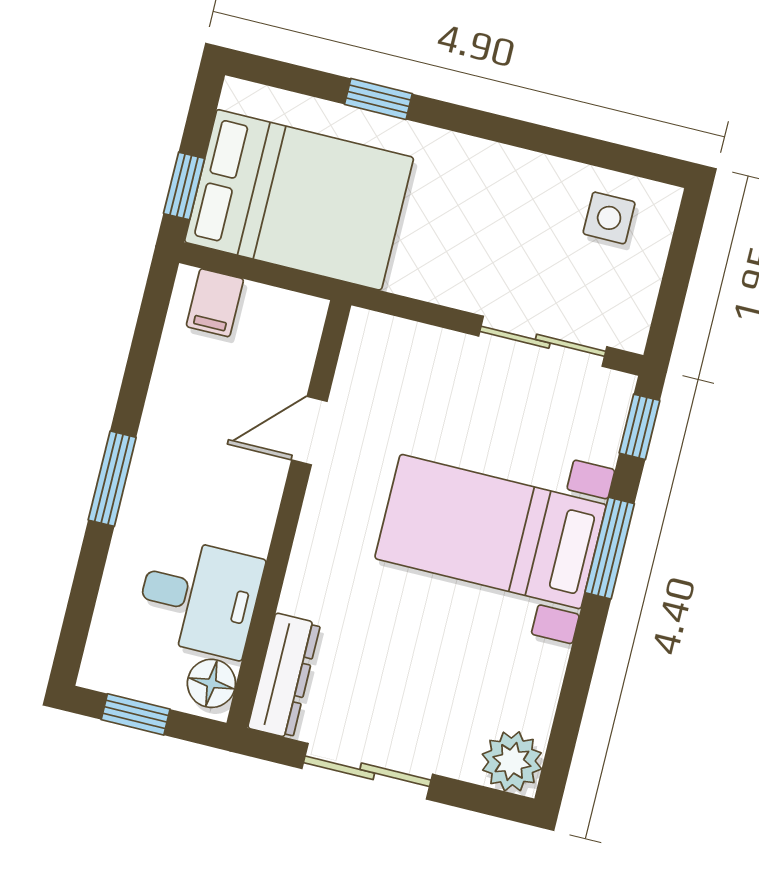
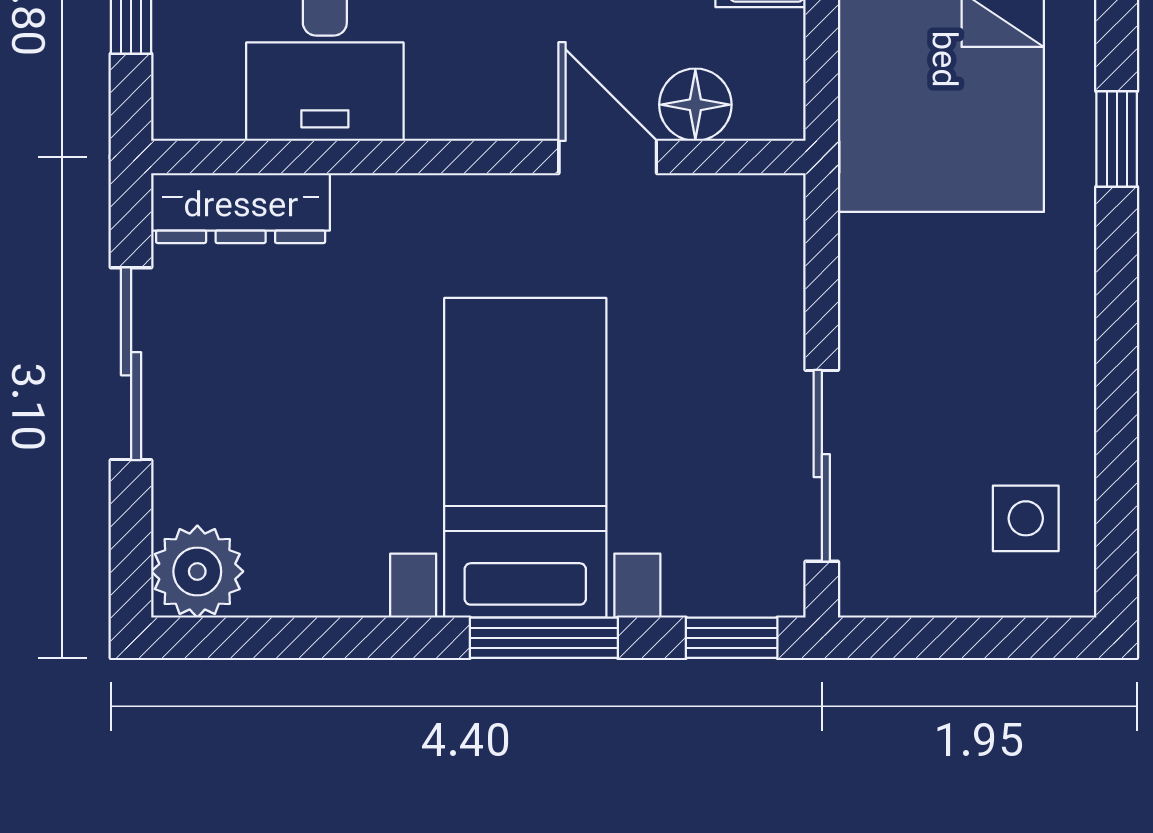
floor lamp: (211, 683) -> (695, 105), moved

